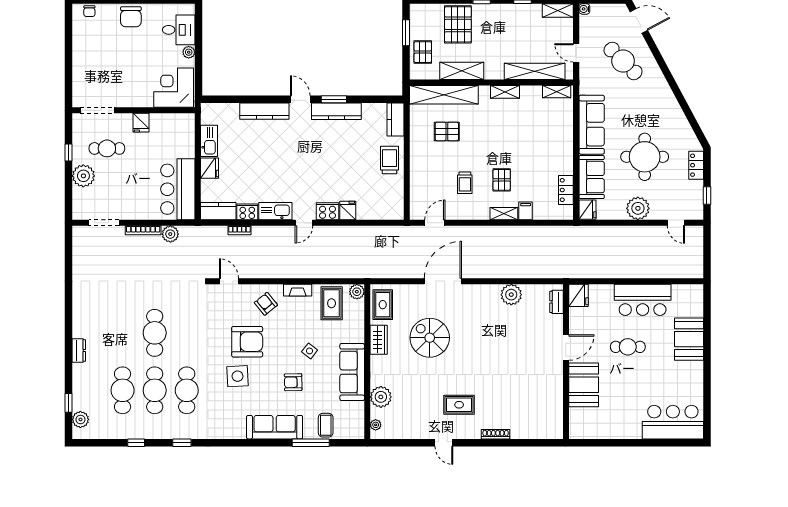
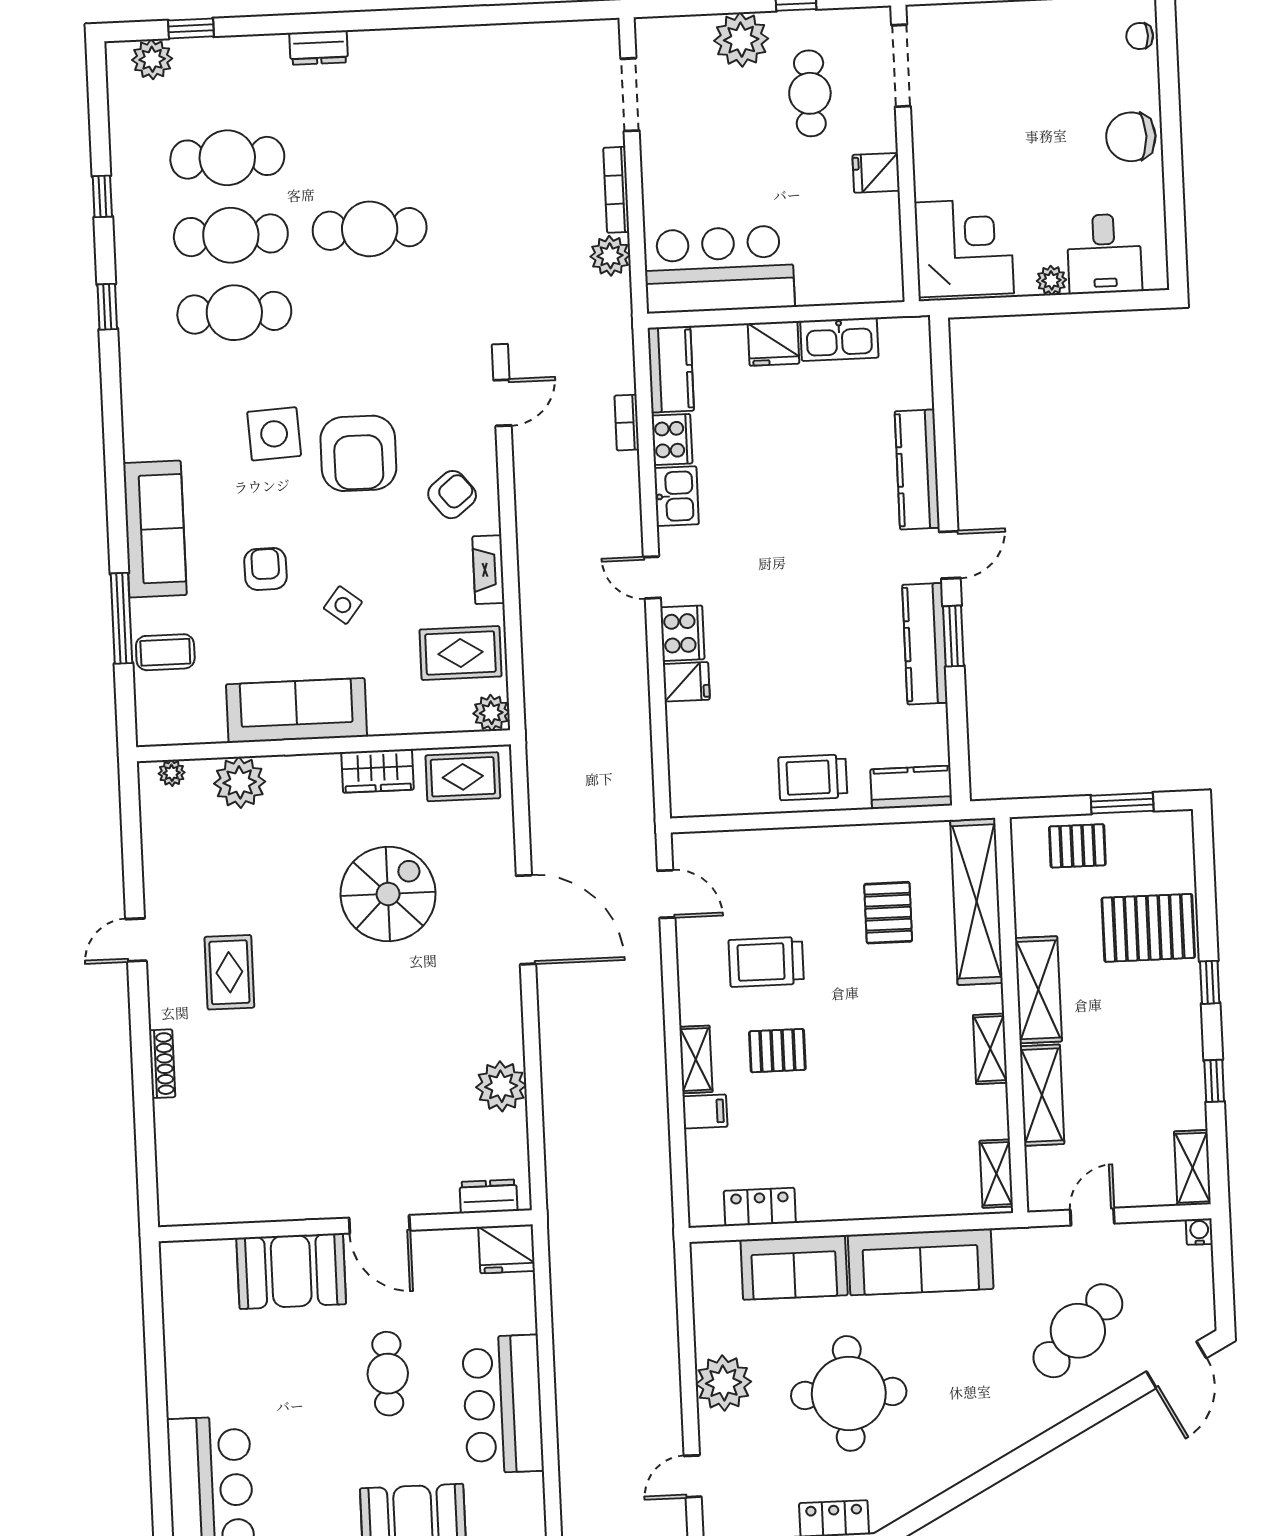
shelving: (462, 71) -> (1038, 990), moved
shelving: (535, 71) -> (1042, 1095), width x0.68
trolley: (390, 160) -> (813, 777), turned 180
trolley: (465, 183) -> (766, 962), width x1.36, depth x1.39
fridge: (588, 210) -> (715, 1261), removed
kitchen sink: (275, 211) -> (676, 496), width x0.73

